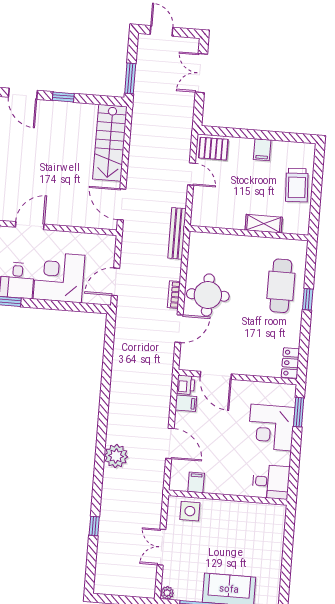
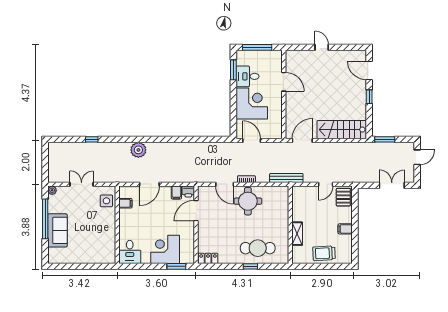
door: (23, 94) -> (369, 70), hinge flipped

